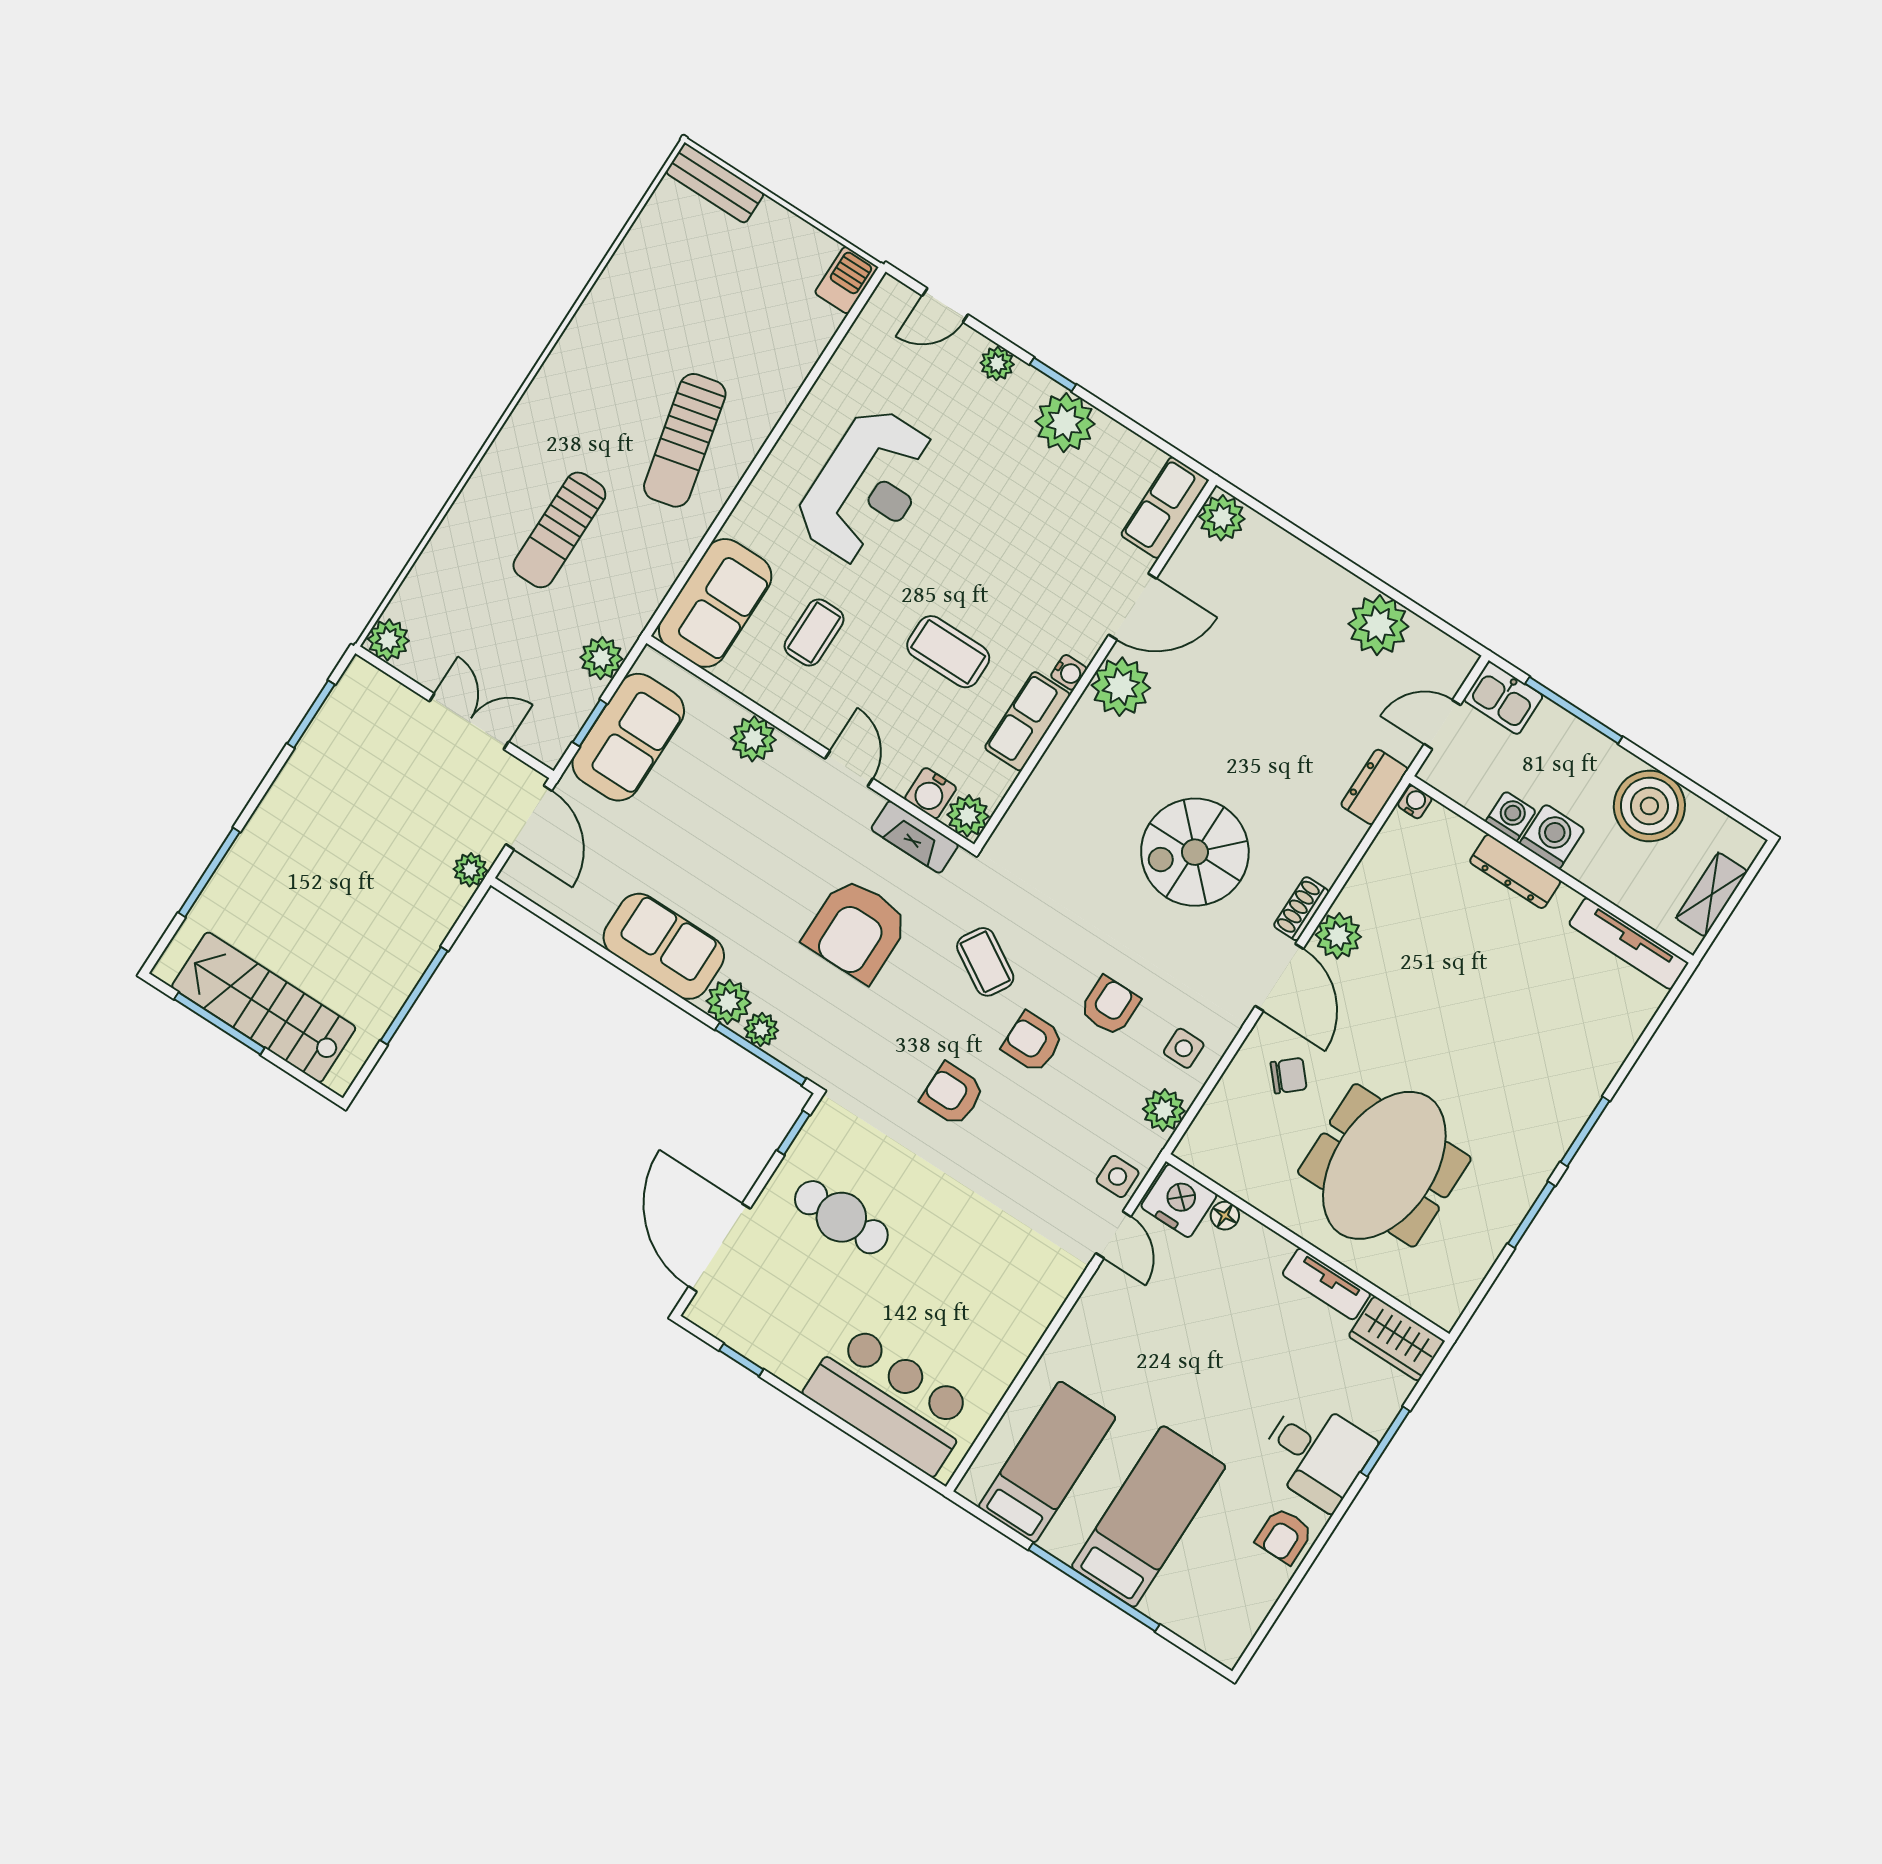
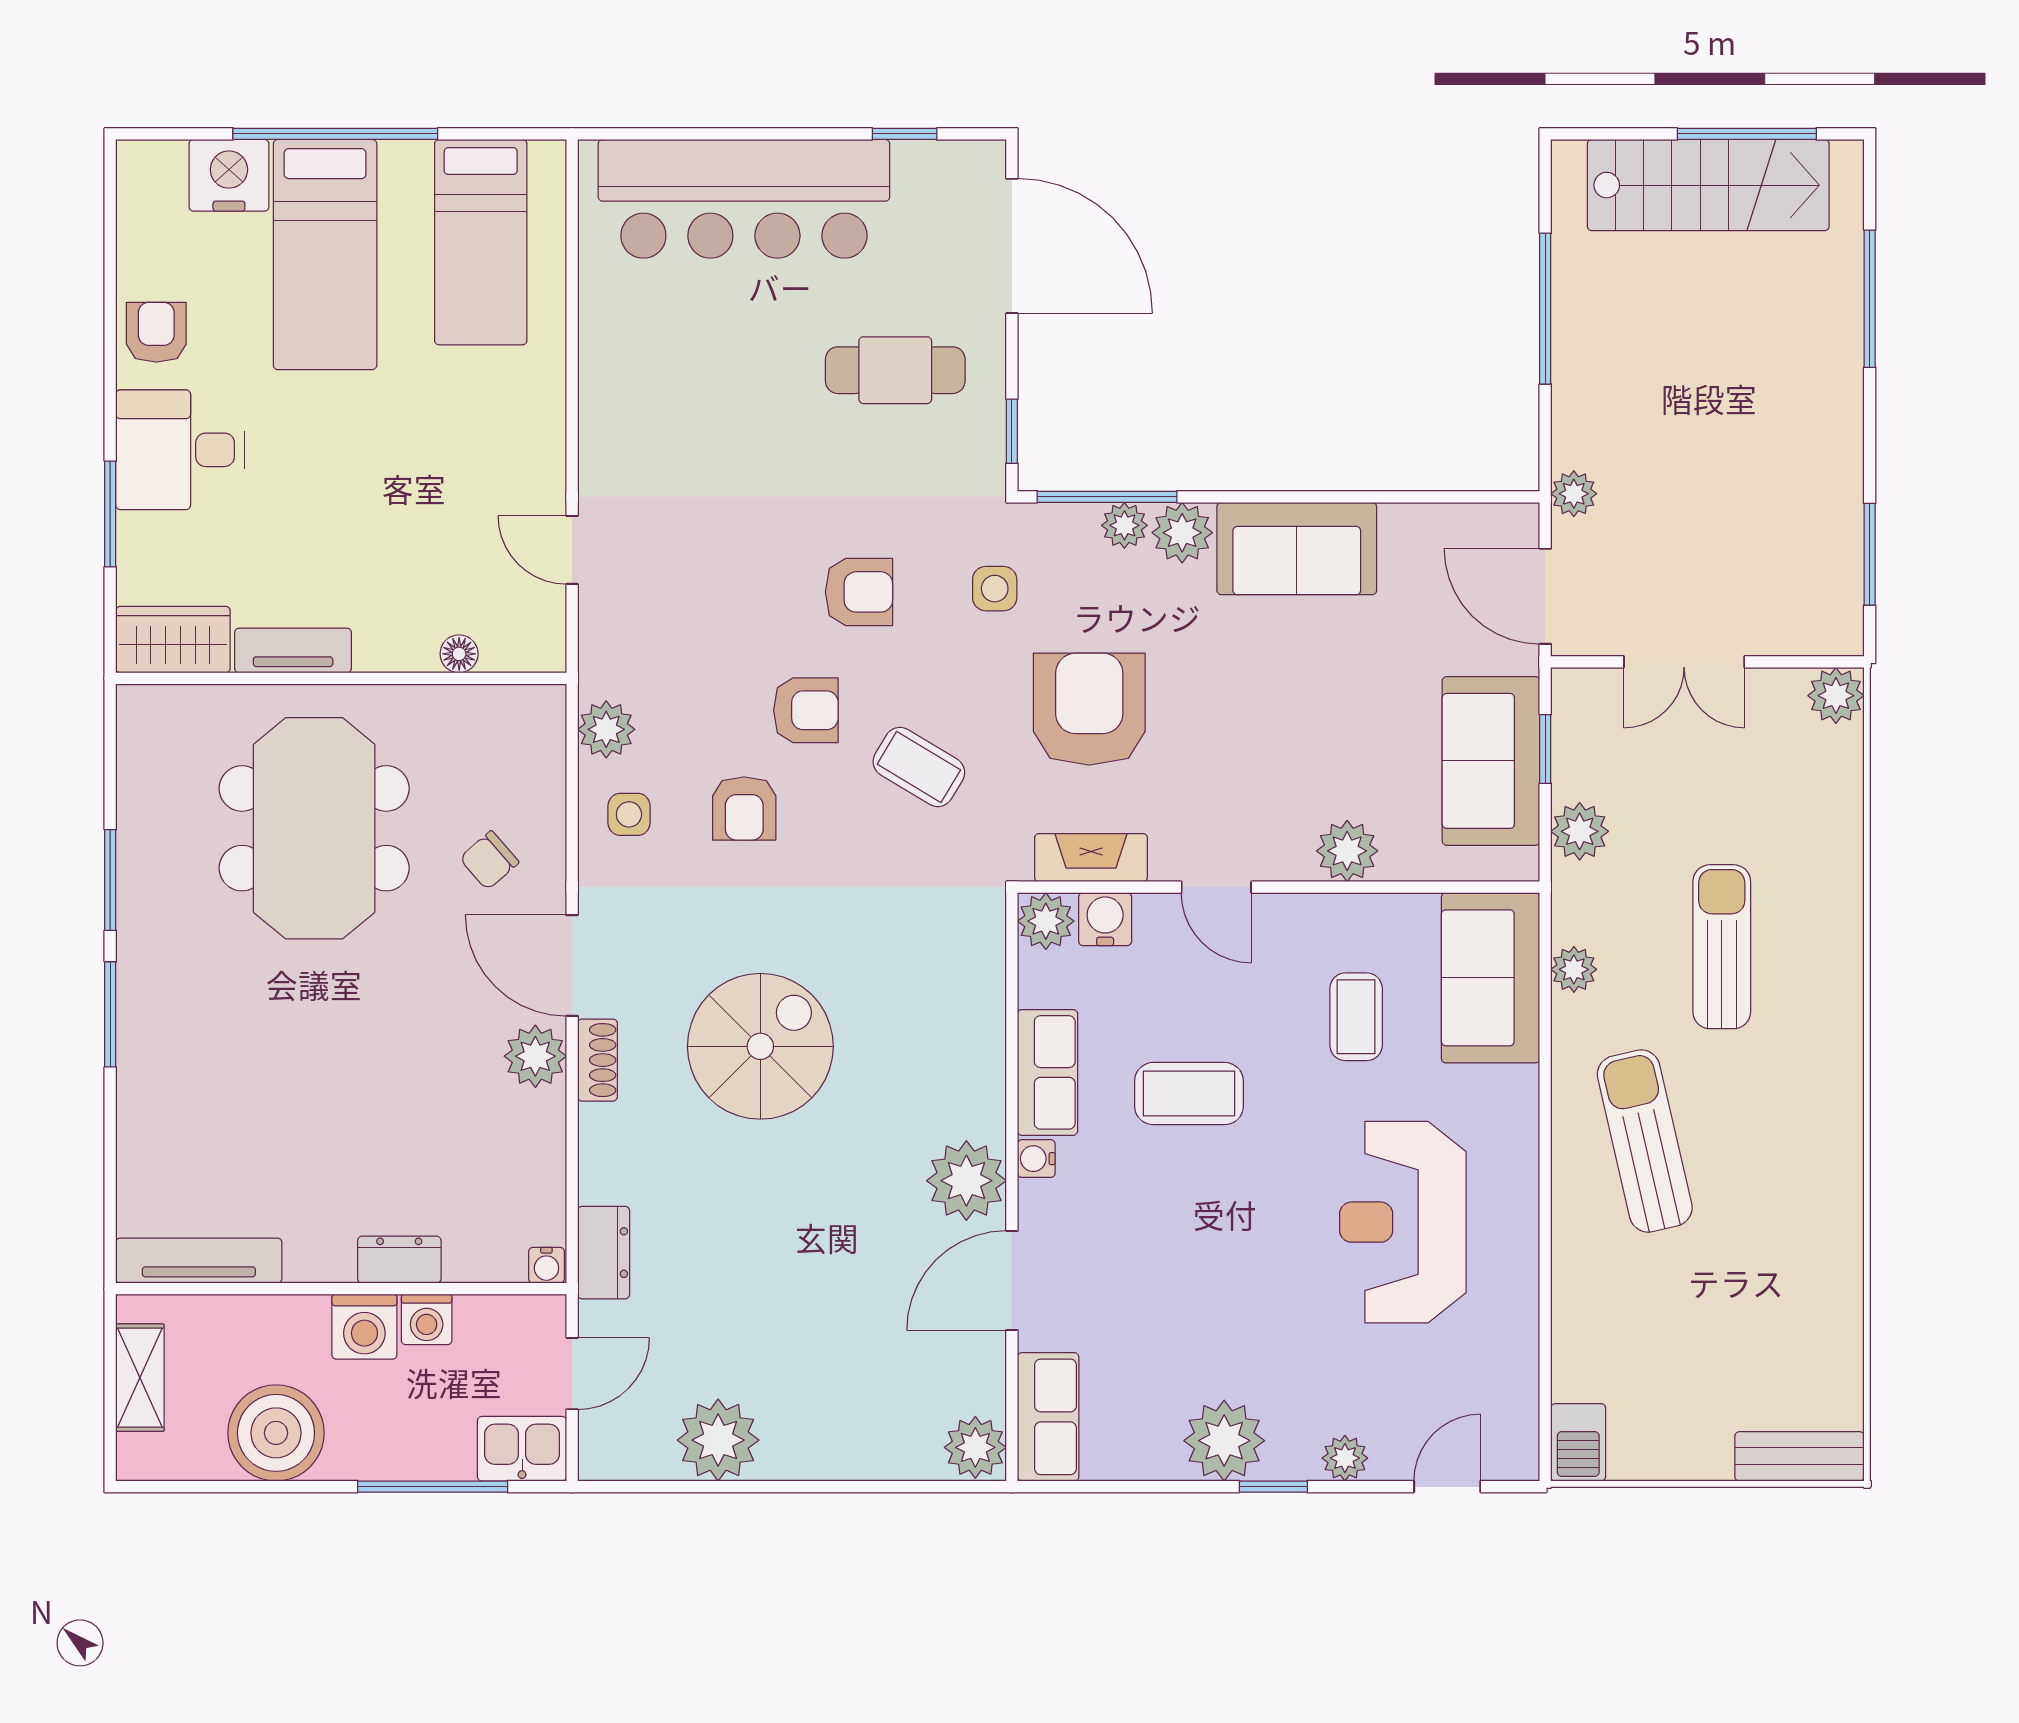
plant: (660, 575) -> (1574, 969), added
dresser: (1515, 871) -> (399, 1260), width x0.70
side table: (1118, 1176) -> (995, 589), moved
nightstand: (1179, 1201) -> (229, 175), moved, turned 180
bar counter: (891, 1399) -> (744, 199), width x1.36

